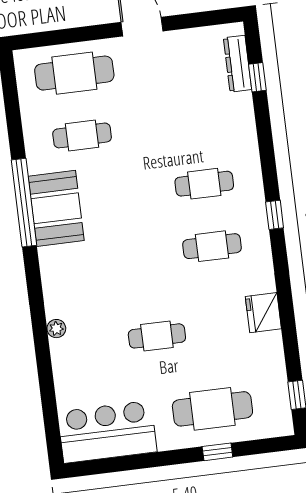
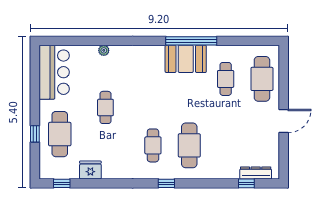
cafe table: (204, 184) -> (189, 145), width x1.37, depth x1.35
fridge: (263, 313) -> (90, 170), moved
plant: (56, 329) -> (104, 50), moved

